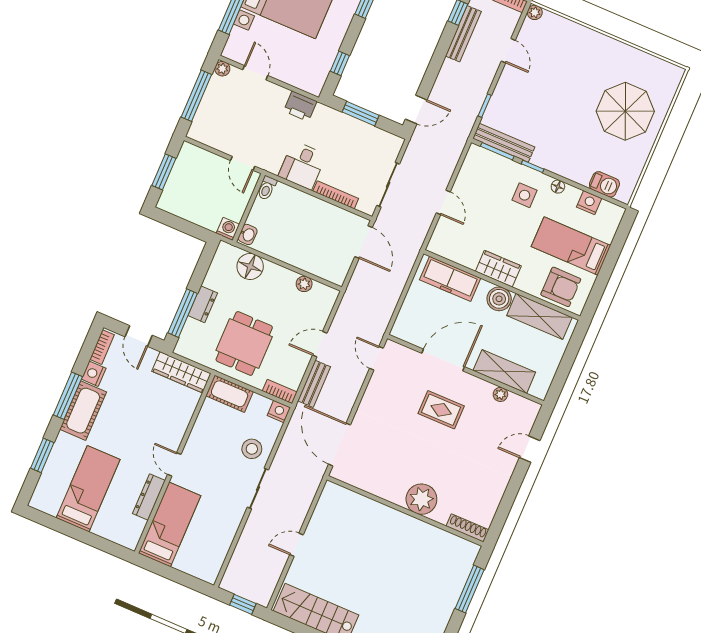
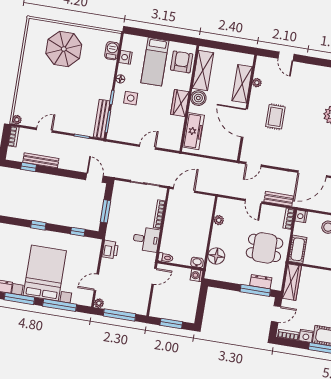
dresser: (203, 304) -> (261, 282), moved

